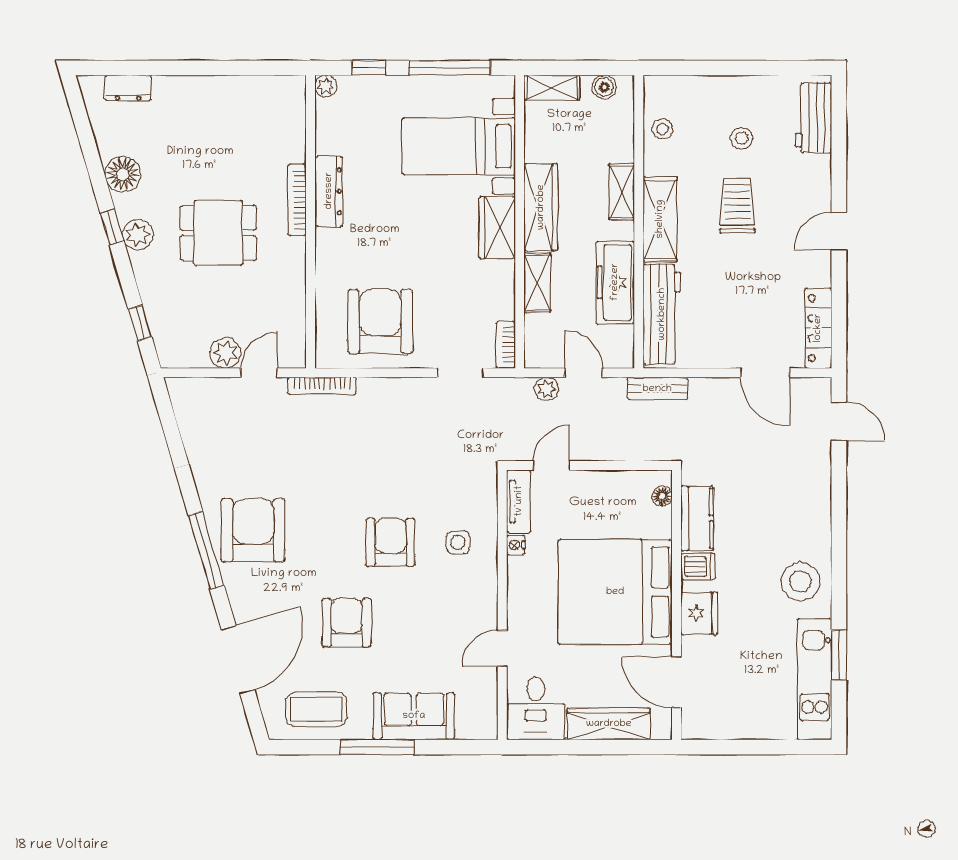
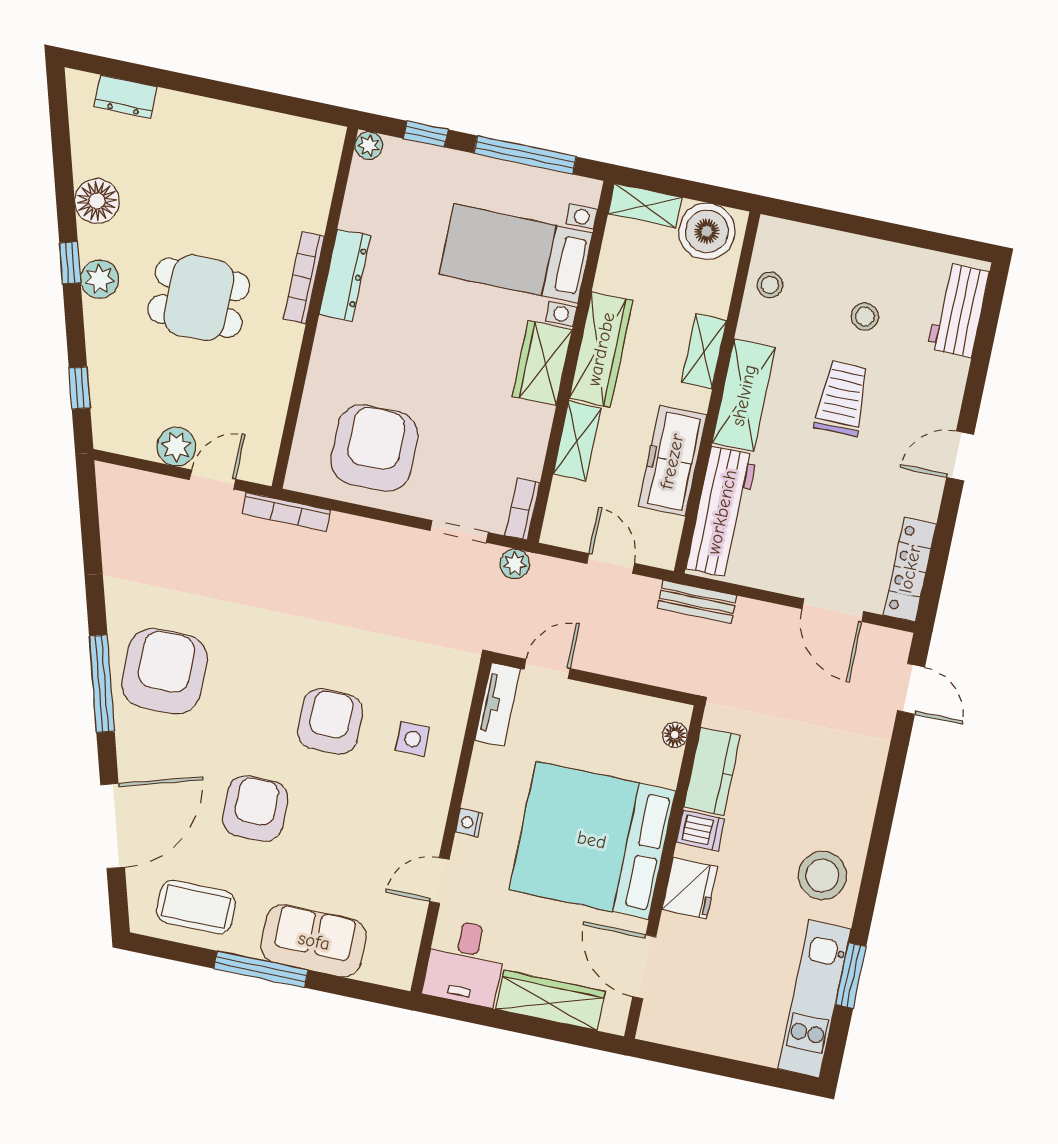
boiler: (604, 87) -> (707, 231), width x1.86, depth x1.86
plant: (547, 389) -> (515, 564), moved
nightstand: (516, 545) -> (469, 823), moved

